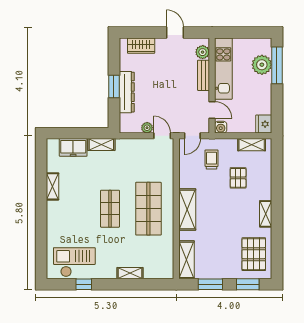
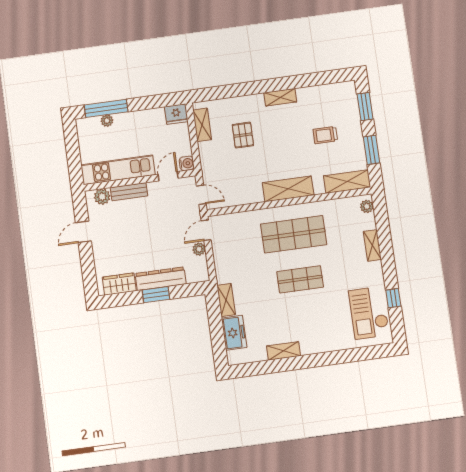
wardrobe: (141, 46) -> (119, 284), moved, turned -90
plant: (262, 65) -> (107, 121), width x0.53, depth x0.53
trolley: (212, 160) -> (325, 135), moved
pallet: (238, 178) -> (243, 135), turned 90
pallet: (254, 254) -> (329, 105), removed
plant: (163, 273) -> (367, 206), added

